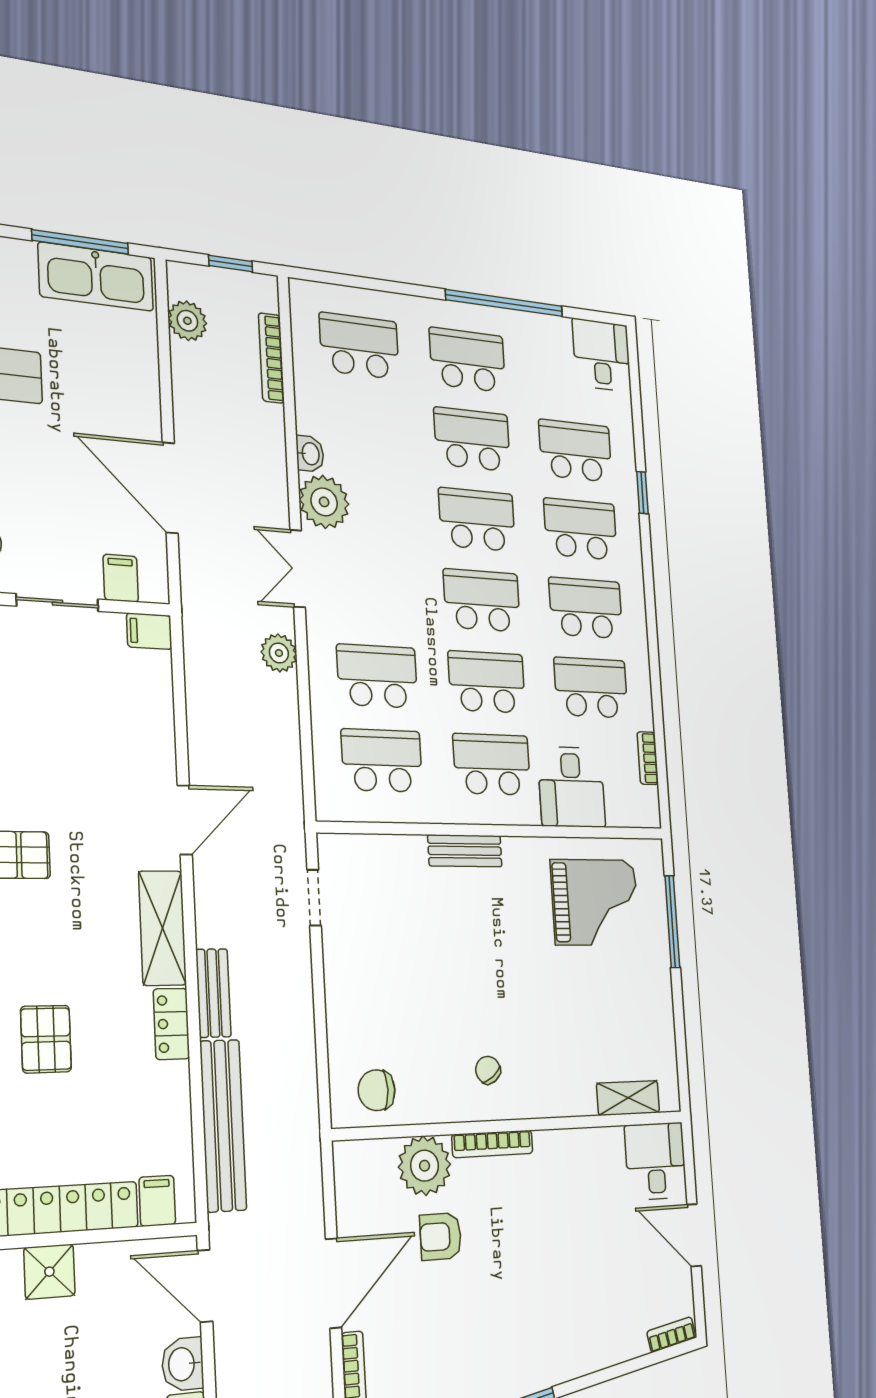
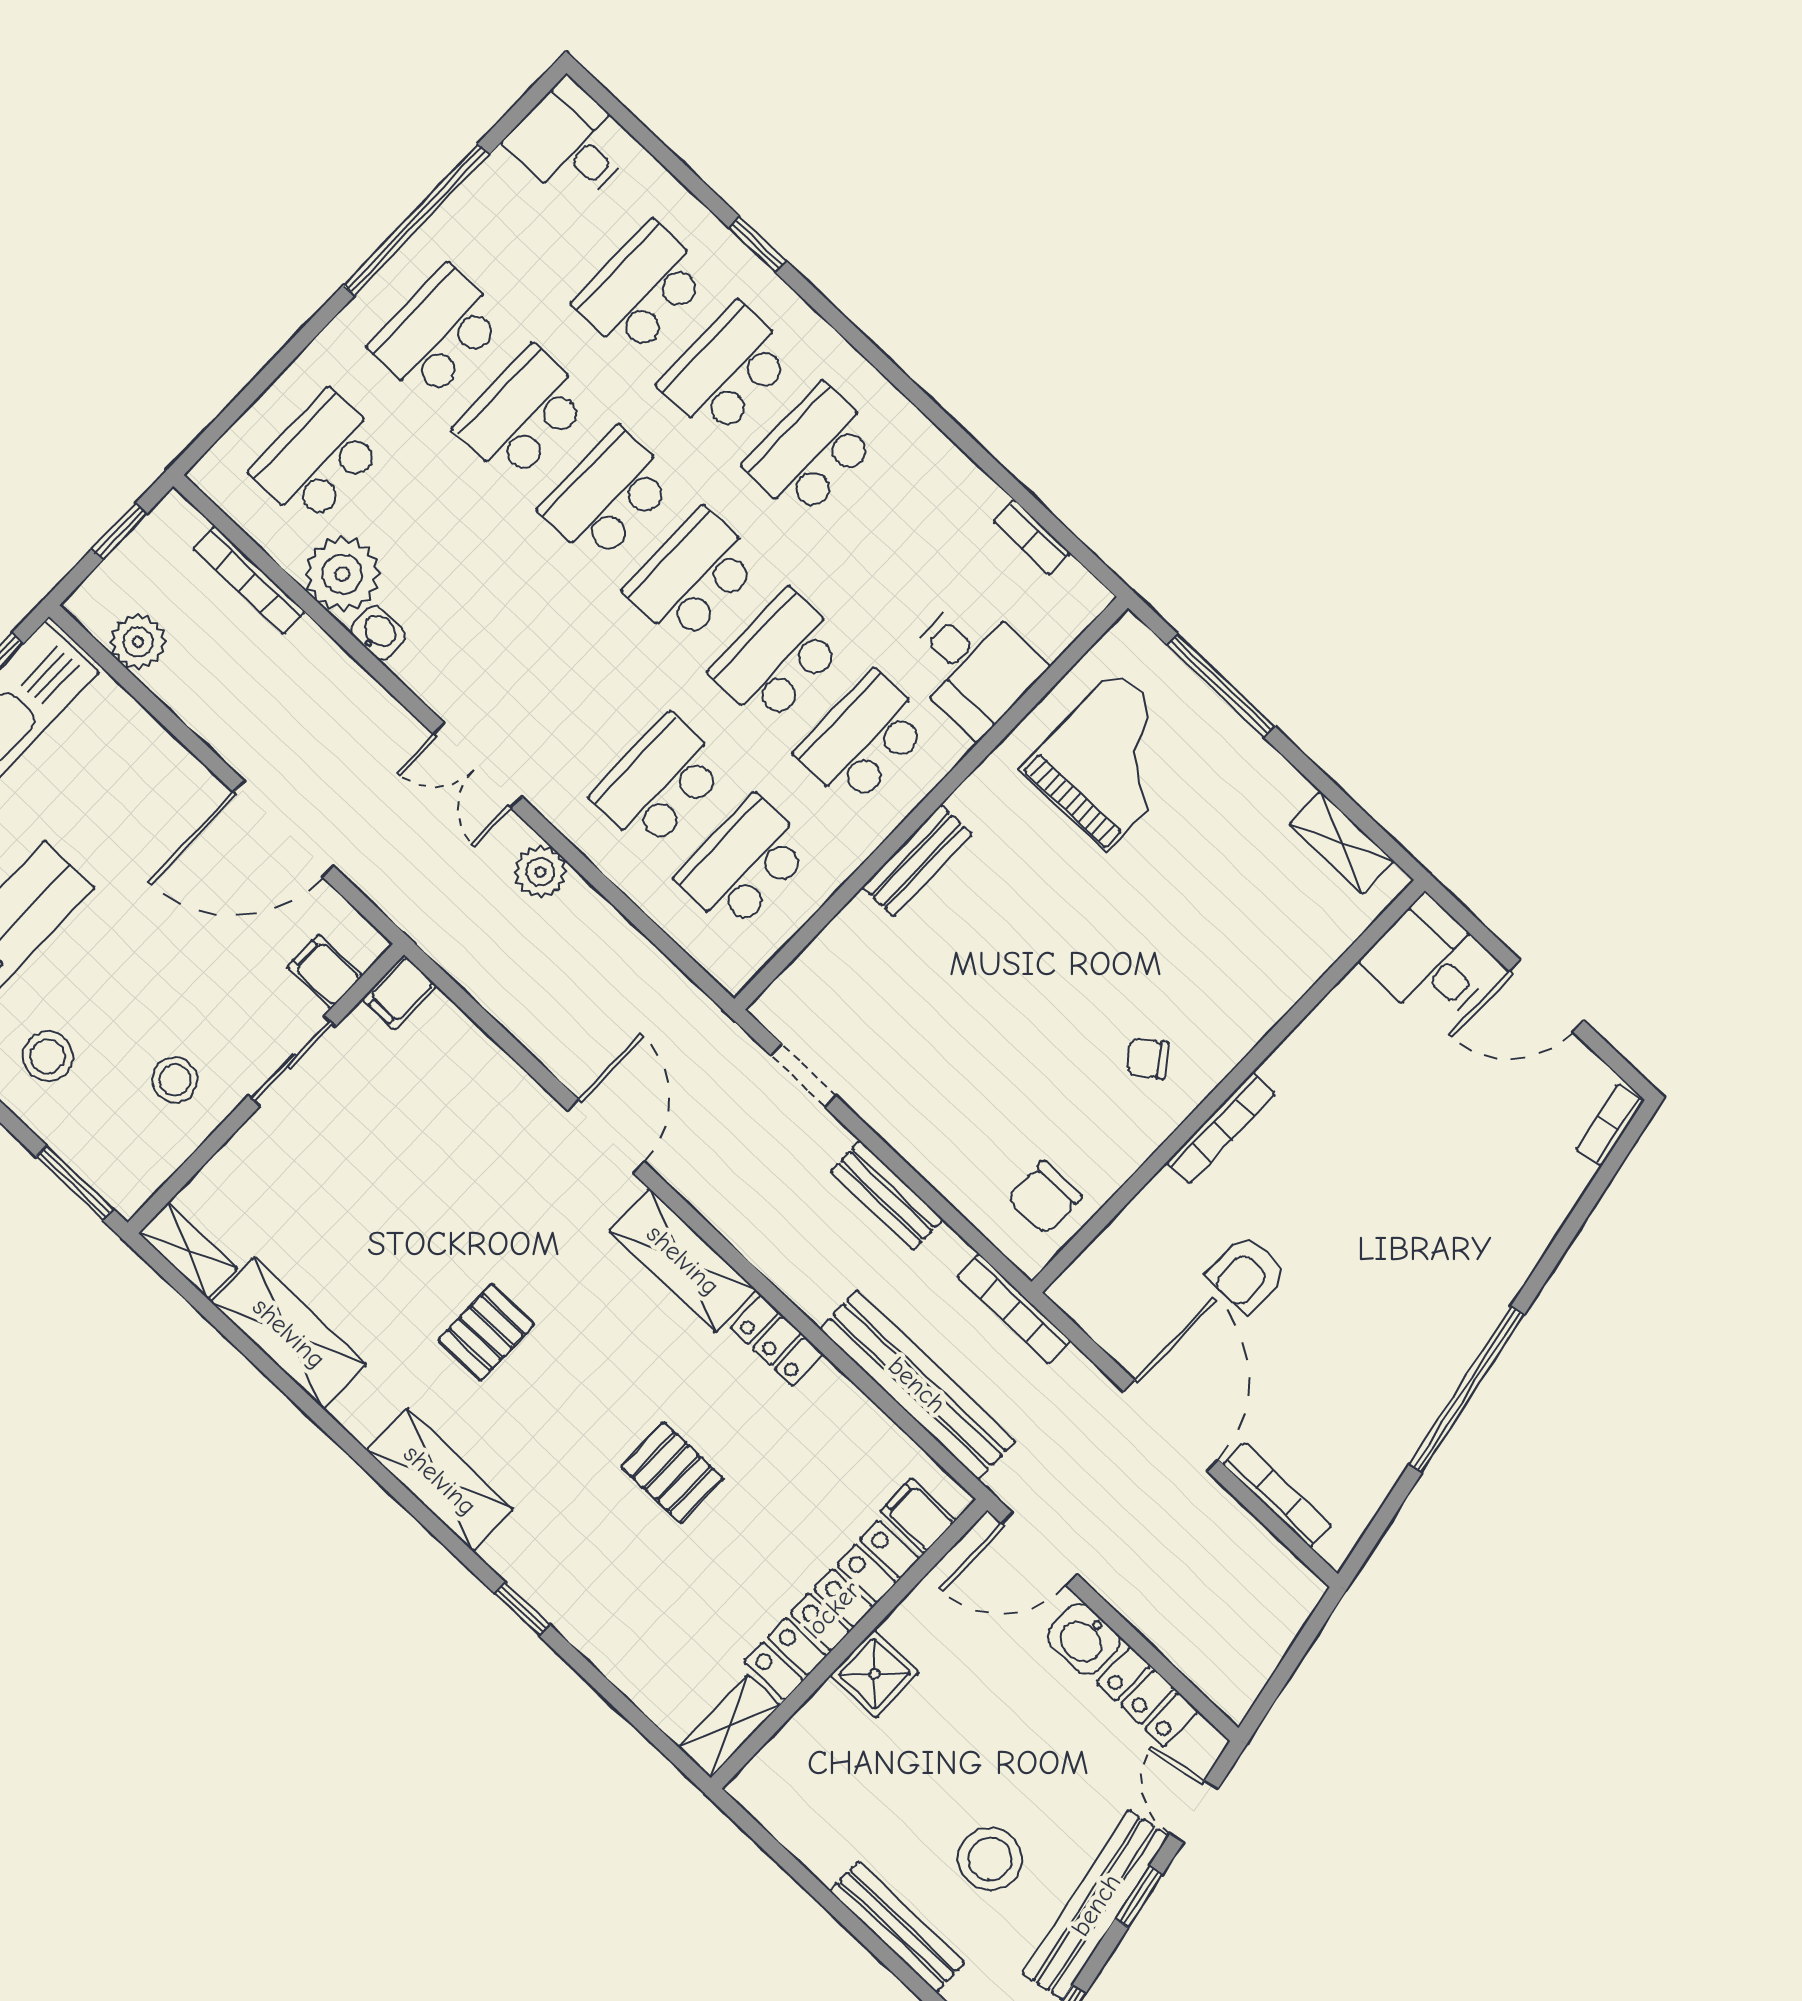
plant: (324, 502) -> (342, 574), moved
school desk: (591, 688) -> (897, 533), removed
bench: (213, 993) -> (887, 1195), moved
shelving: (628, 1098) -> (1342, 843), moved, turned 90
bookcase: (310, 1135) -> (1014, 1309), added
plant: (425, 1166) -> (1165, 1221), removed

